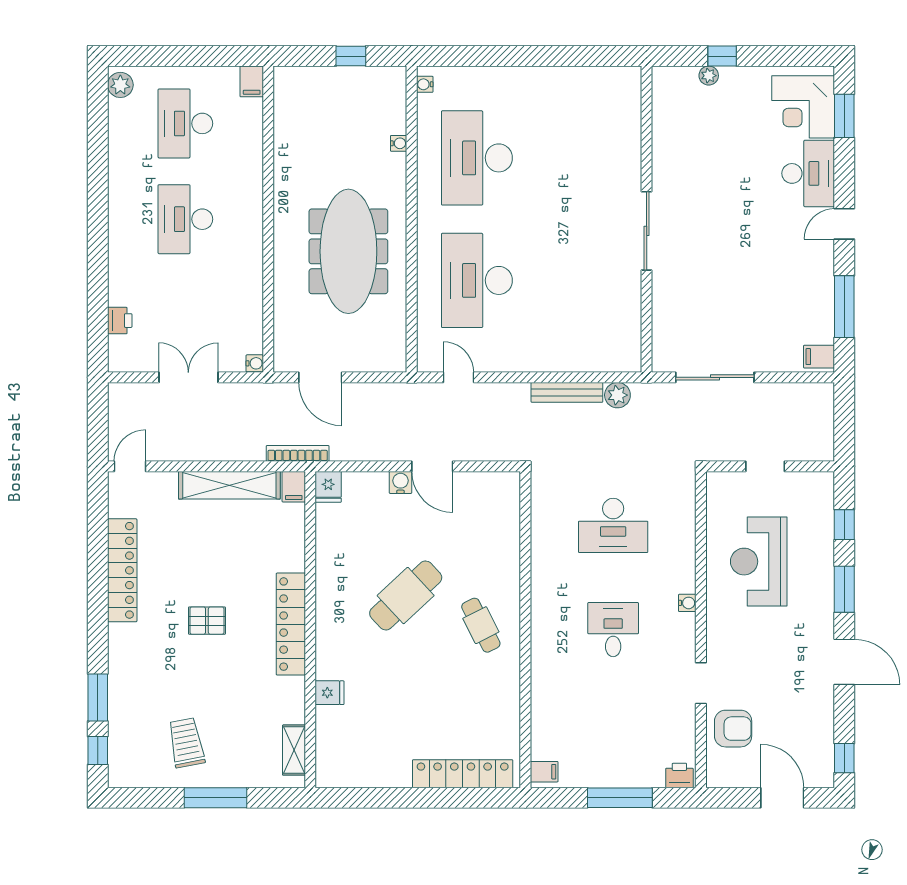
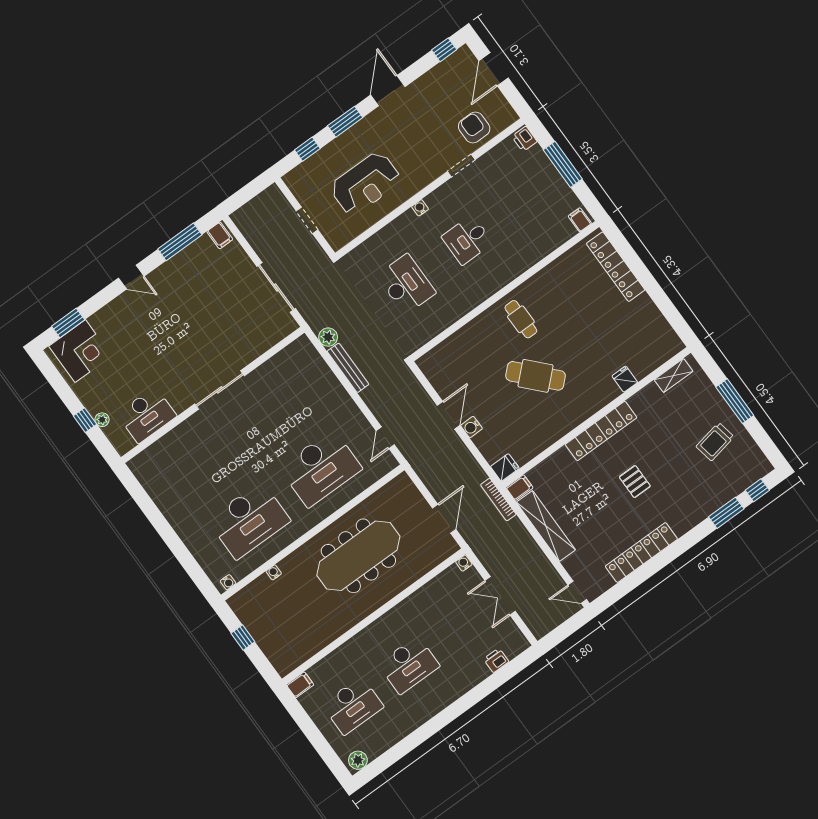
desk: (808, 173) -> (147, 415), moved, turned 180
cafe table: (481, 625) -> (521, 319), turned -63

